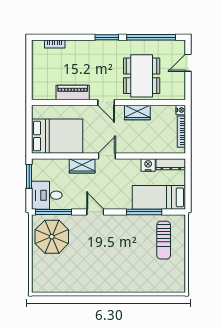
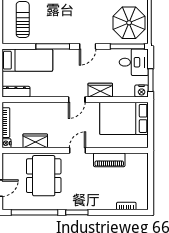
door: (106, 102) -> (77, 150), hinge flipped
wardrobe: (137, 112) -> (35, 141), moved
nightstand: (148, 165) -> (142, 91), moved
door: (95, 212) -> (88, 46), hinge flipped
window: (144, 212) -> (53, 46), moved

